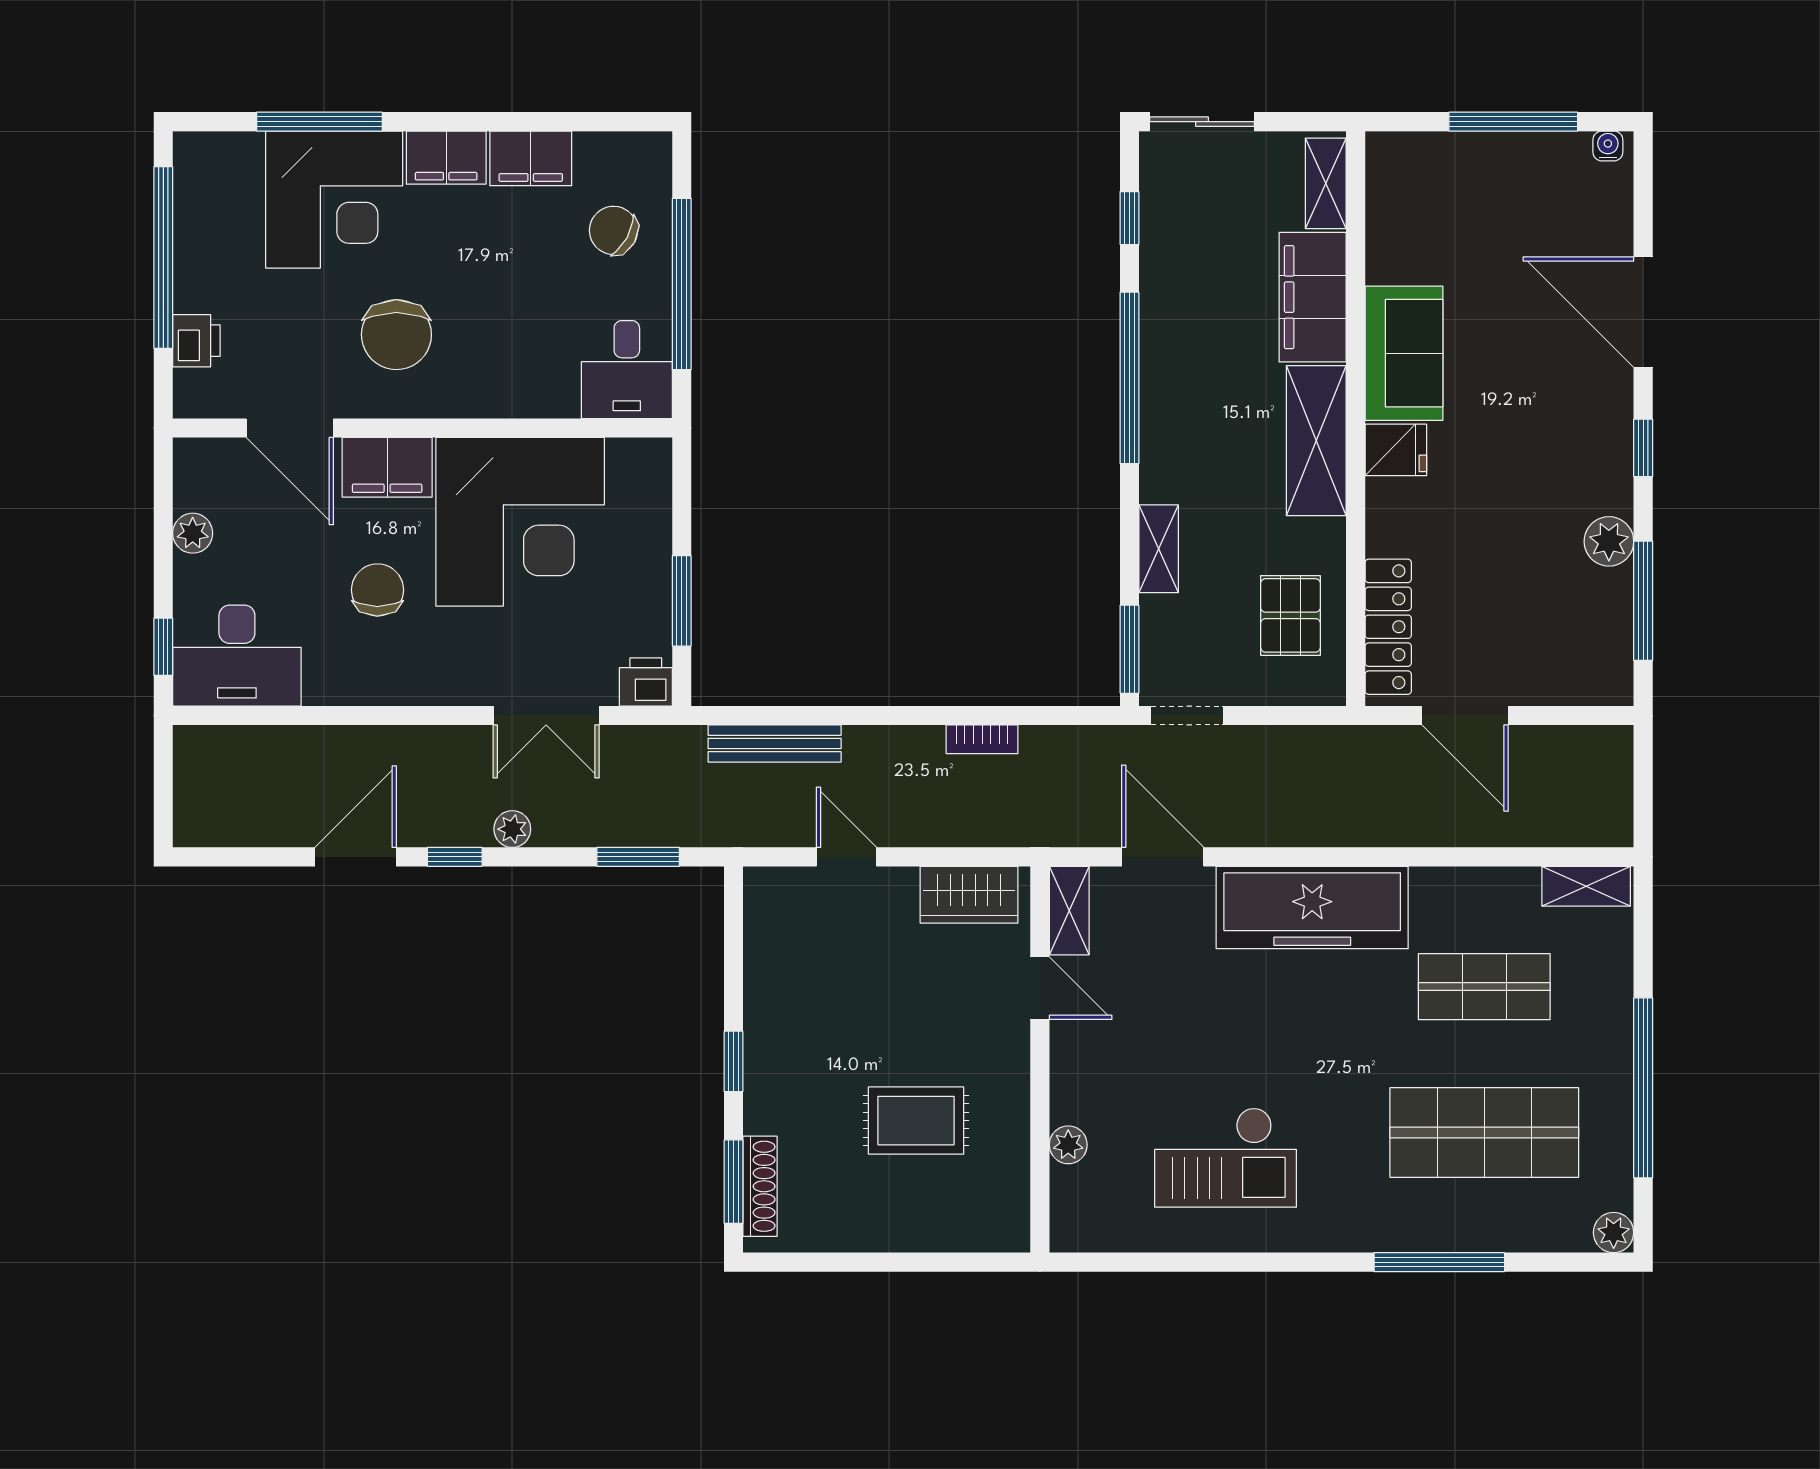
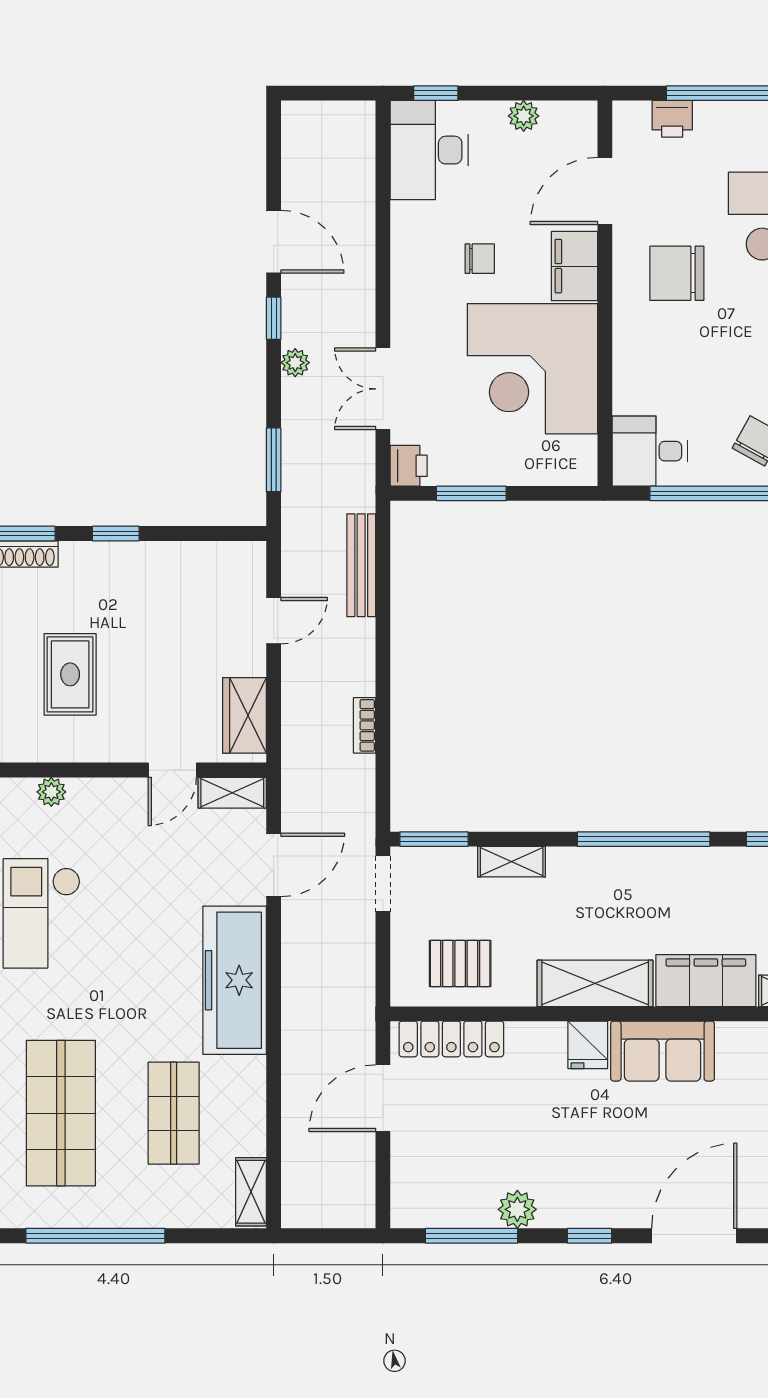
chair: (377, 590) -> (480, 259), width x0.73, depth x0.73

